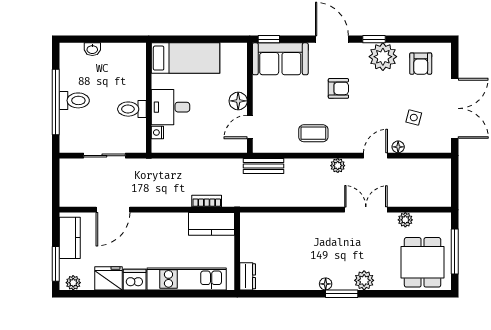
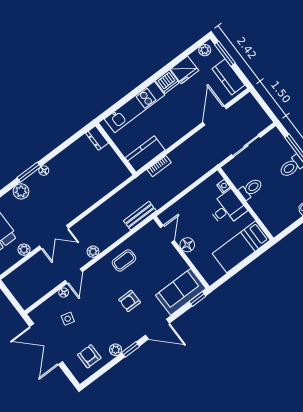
plant: (383, 57) -> (116, 350), width x0.53, depth x0.53

